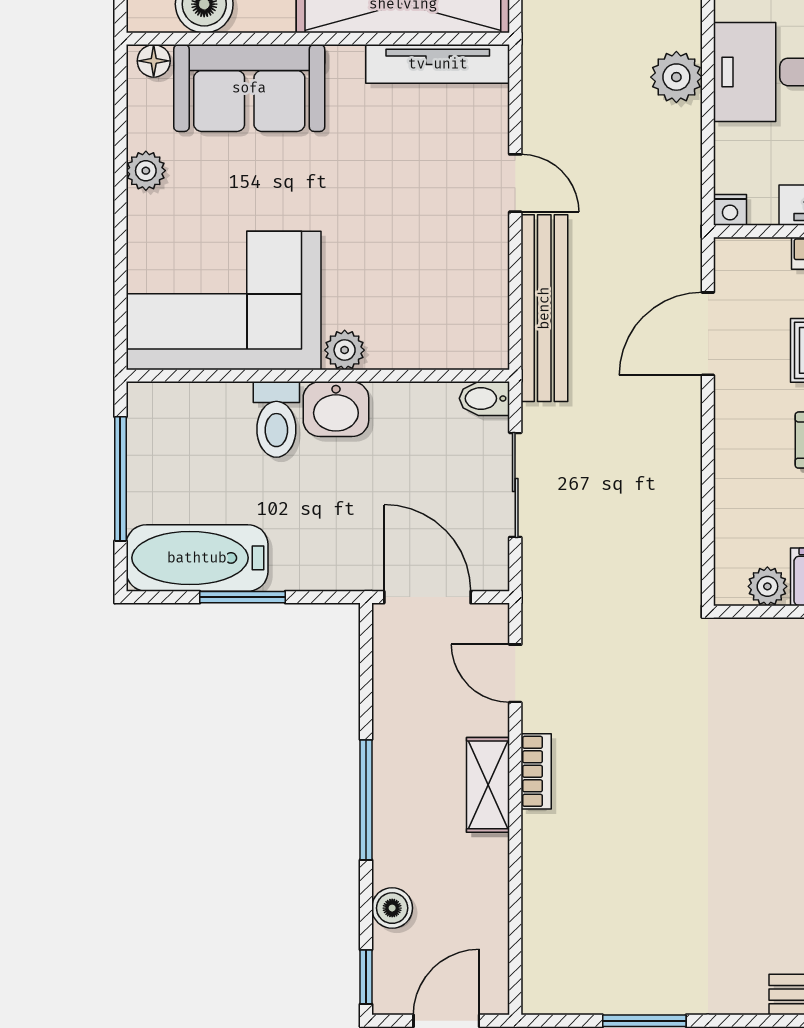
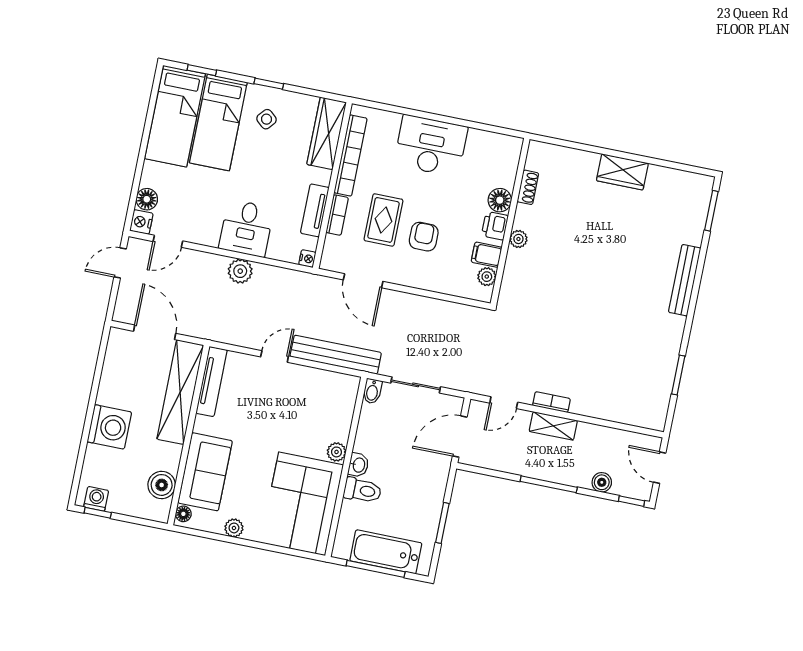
washbasin: (336, 409) -> (358, 465), width x0.72, depth x0.69
bathtub: (197, 558) -> (386, 552), moved, turned 90

